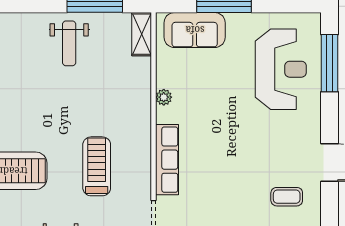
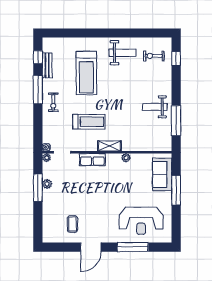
shelving: (142, 34) -> (109, 146), moved
window: (330, 63) -> (133, 247), moved
row of seats: (167, 160) -> (92, 160), width x0.68

